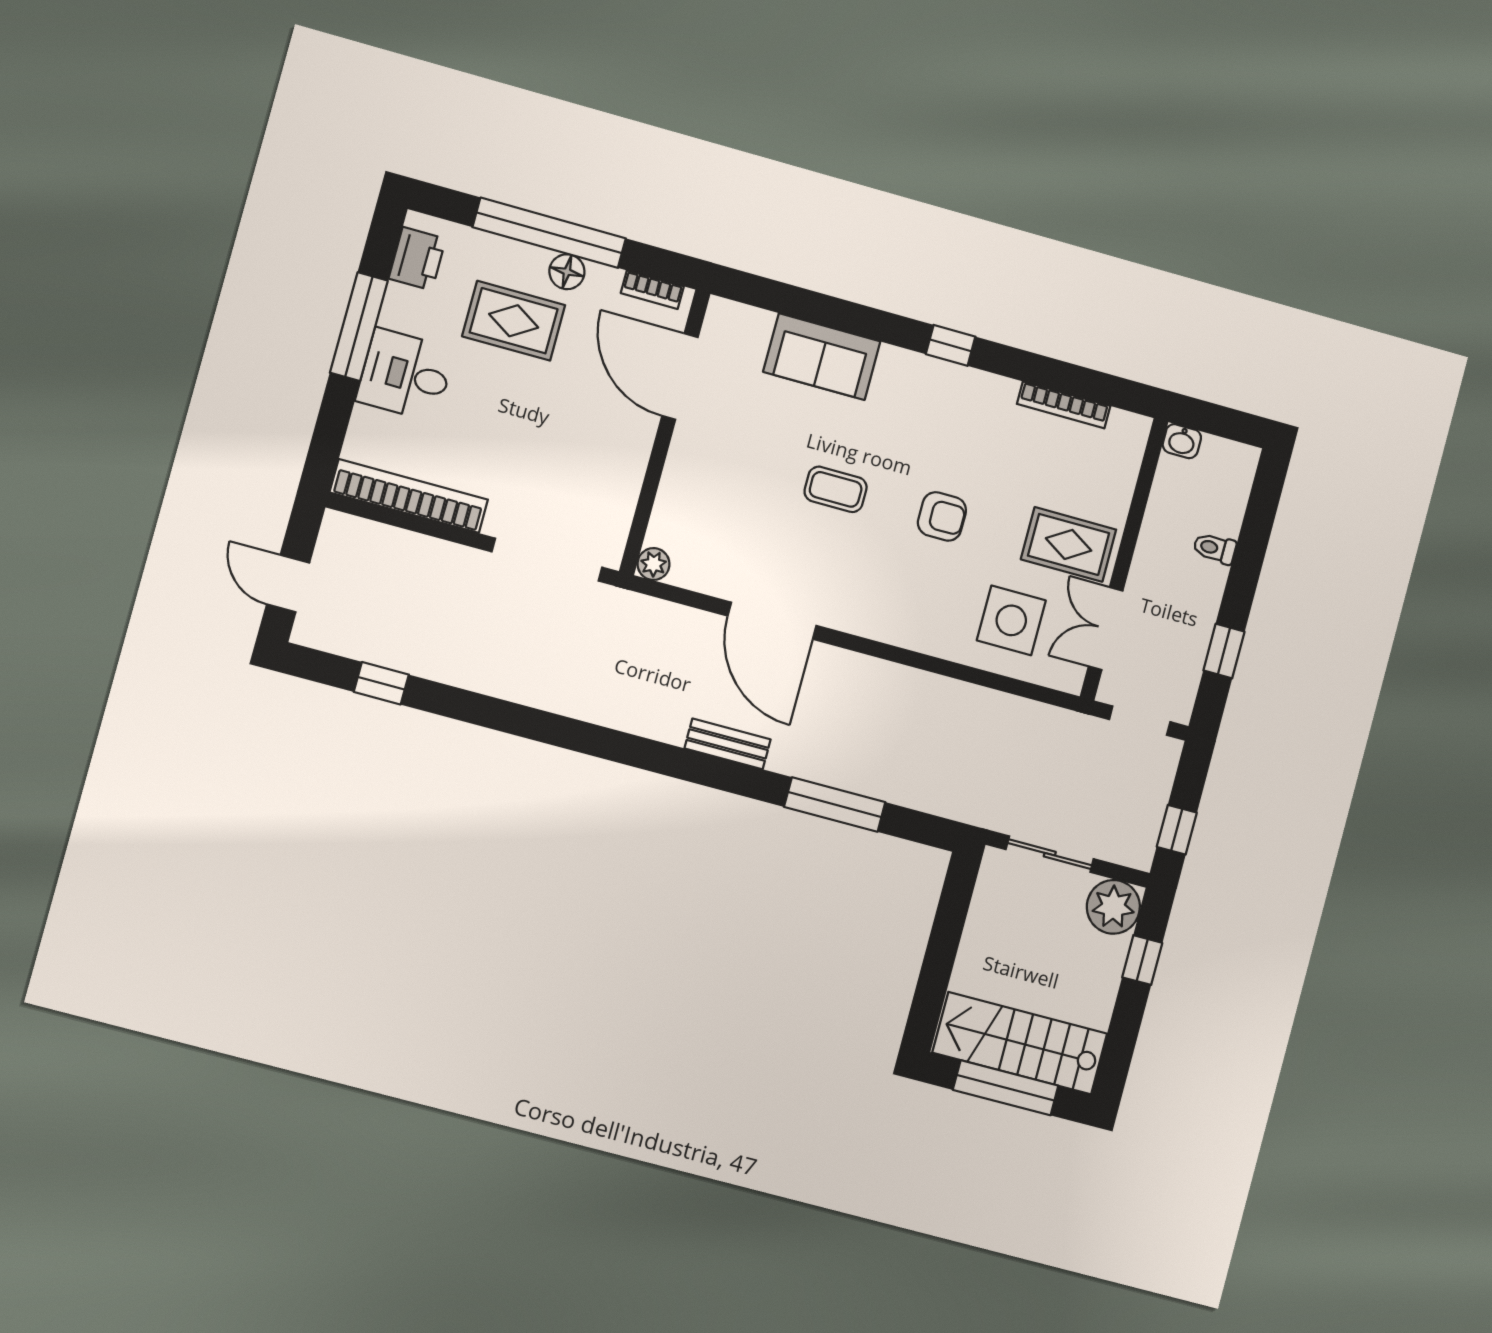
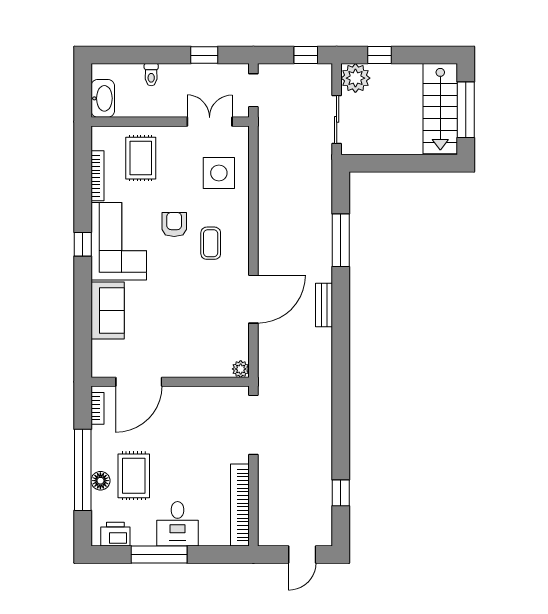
floor lamp: (567, 272) -> (100, 481), moved
corner sofa: (939, 410) -> (119, 241), added
washbasin: (1182, 441) -> (103, 98), width x1.91, depth x1.45
coffee table: (836, 489) -> (211, 243), moved
rug: (1069, 544) -> (141, 158), moved
double door: (1106, 628) -> (210, 122), swing flipped

